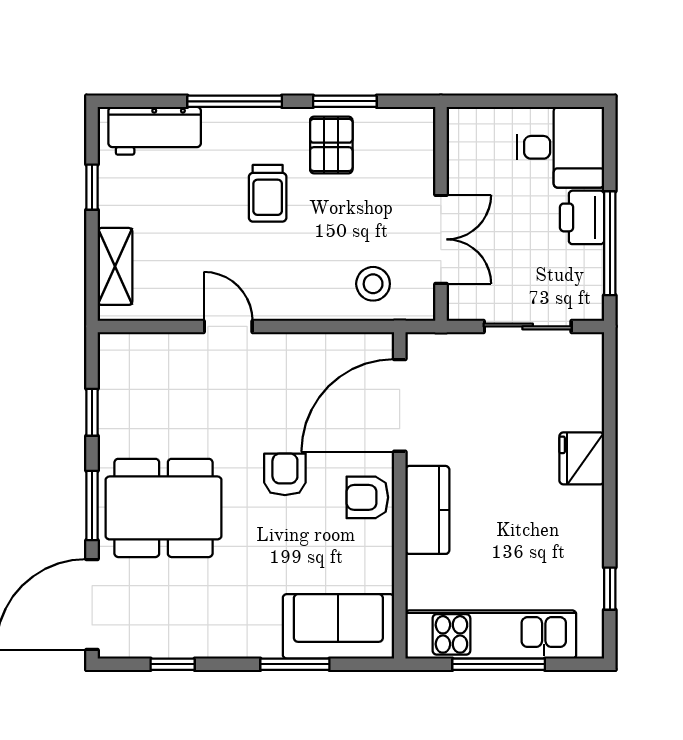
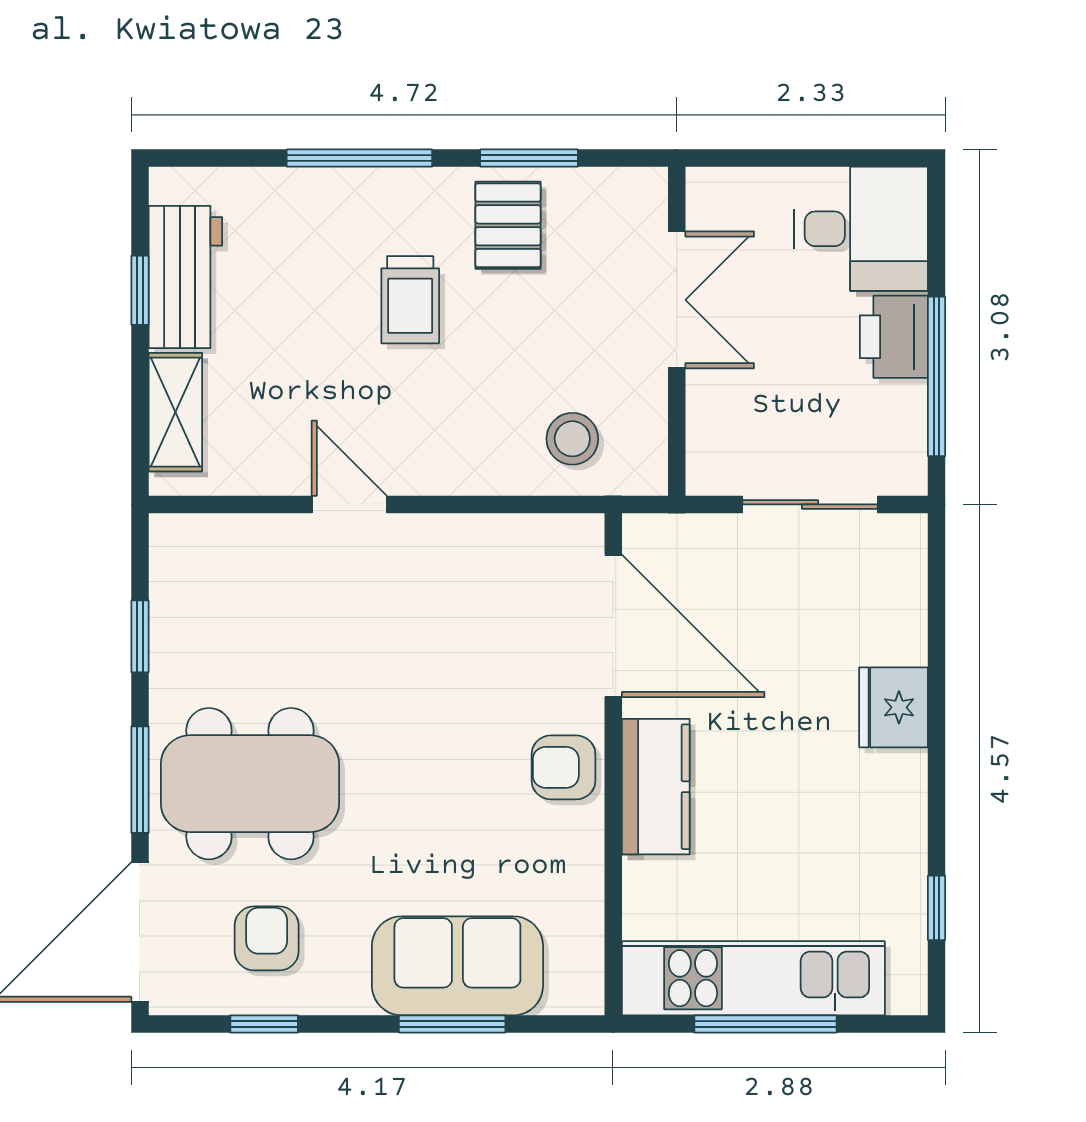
workbench: (155, 131) -> (185, 277), moved, turned -90
double door: (441, 239) -> (677, 300), moved
door: (400, 405) -> (613, 626), swing flipped
armchair: (285, 474) -> (267, 938), moved
sofa: (338, 626) -> (457, 966), moved

